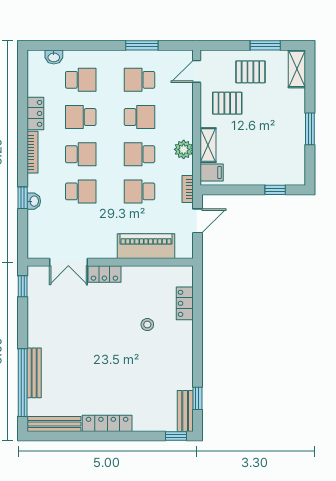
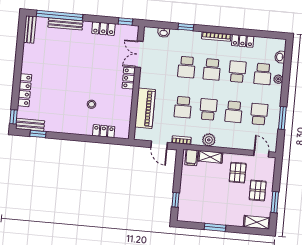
plant: (86, 57) -> (278, 79), added
school desk: (139, 191) -> (183, 107), turned 180
washbasin: (34, 201) -> (164, 33), moved
locker: (36, 317) -> (103, 29), added
locker: (107, 423) -> (25, 90), moved
bench: (54, 424) -> (30, 29), width x0.73

